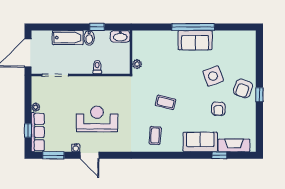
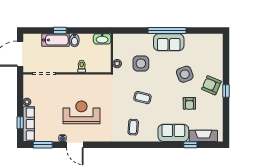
window: (97, 27) -> (60, 31), moved
side table: (164, 64) -> (141, 64), added
armchair: (243, 88) -> (211, 85), turned 93

